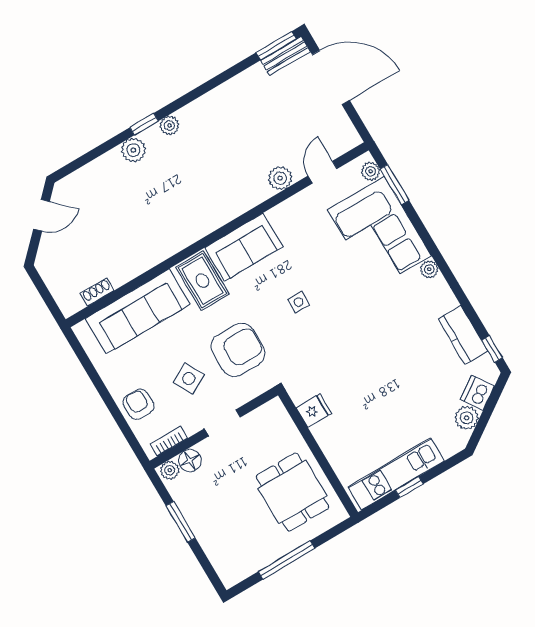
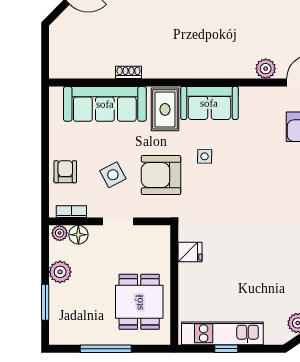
shoe rack: (97, 292) -> (128, 72), moved
side table: (299, 302) -> (205, 156), moved
armchair: (238, 350) -> (161, 175), turned 180
plant: (194, 509) -> (60, 272), added
window: (181, 522) -> (45, 302), moved

